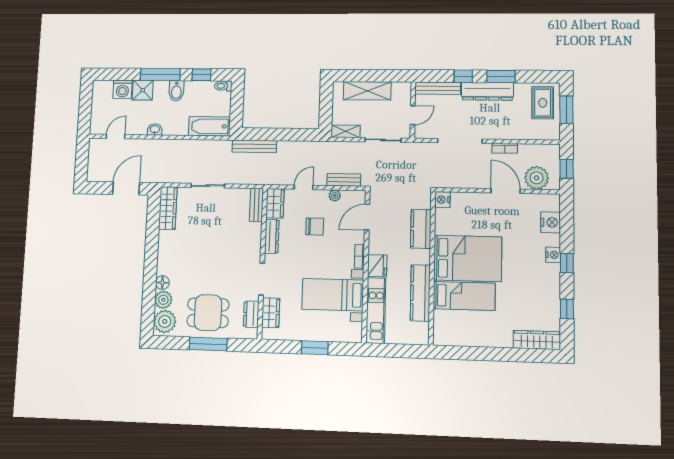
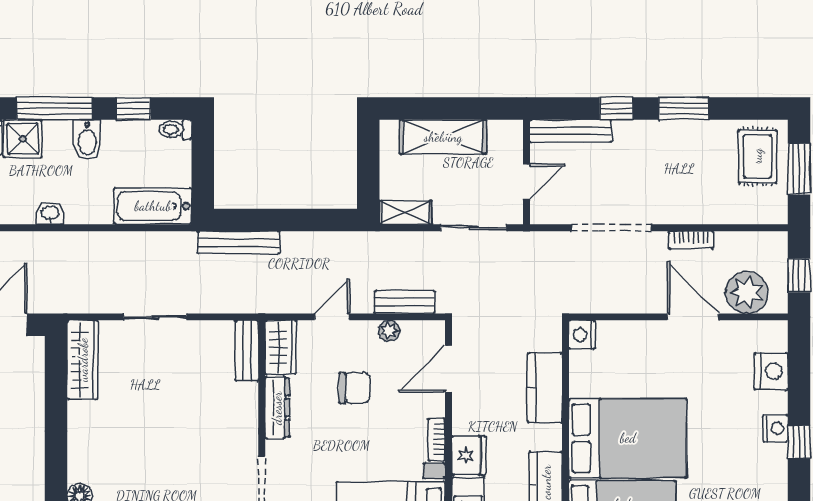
dresser: (487, 91) -> (660, 136), removed

